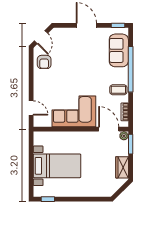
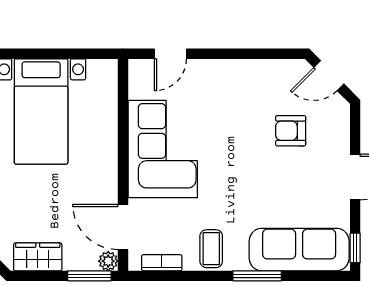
sofa: (119, 50) -> (299, 250), width x1.36
armchair: (44, 62) -> (291, 131), moved
window: (131, 69) -> (257, 276), width x0.47
door: (109, 129) -> (123, 227), swing flipped

